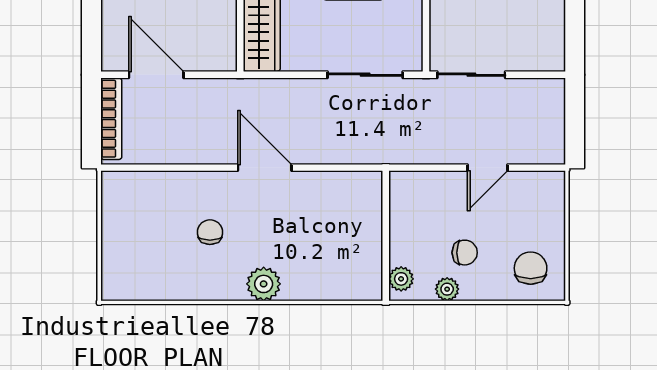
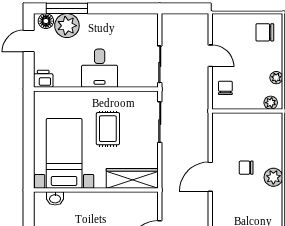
chair: (210, 232) -> (246, 168), moved
chair: (465, 253) -> (225, 88), moved

